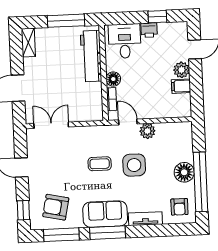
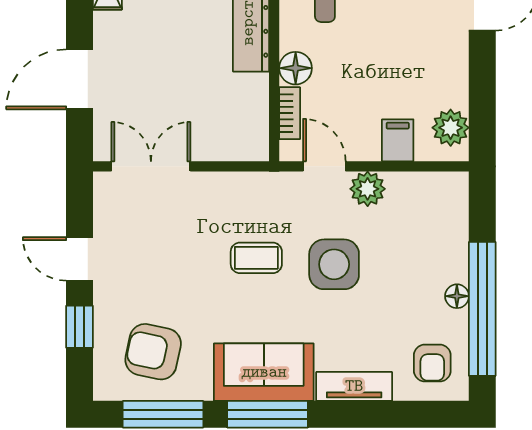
plant: (182, 70) -> (451, 128), moved
filing cabinet: (181, 86) -> (398, 140), moved, turned 90
floor lamp: (184, 172) -> (457, 296), width x0.53, depth x0.53
window: (23, 210) -> (80, 327), moved

